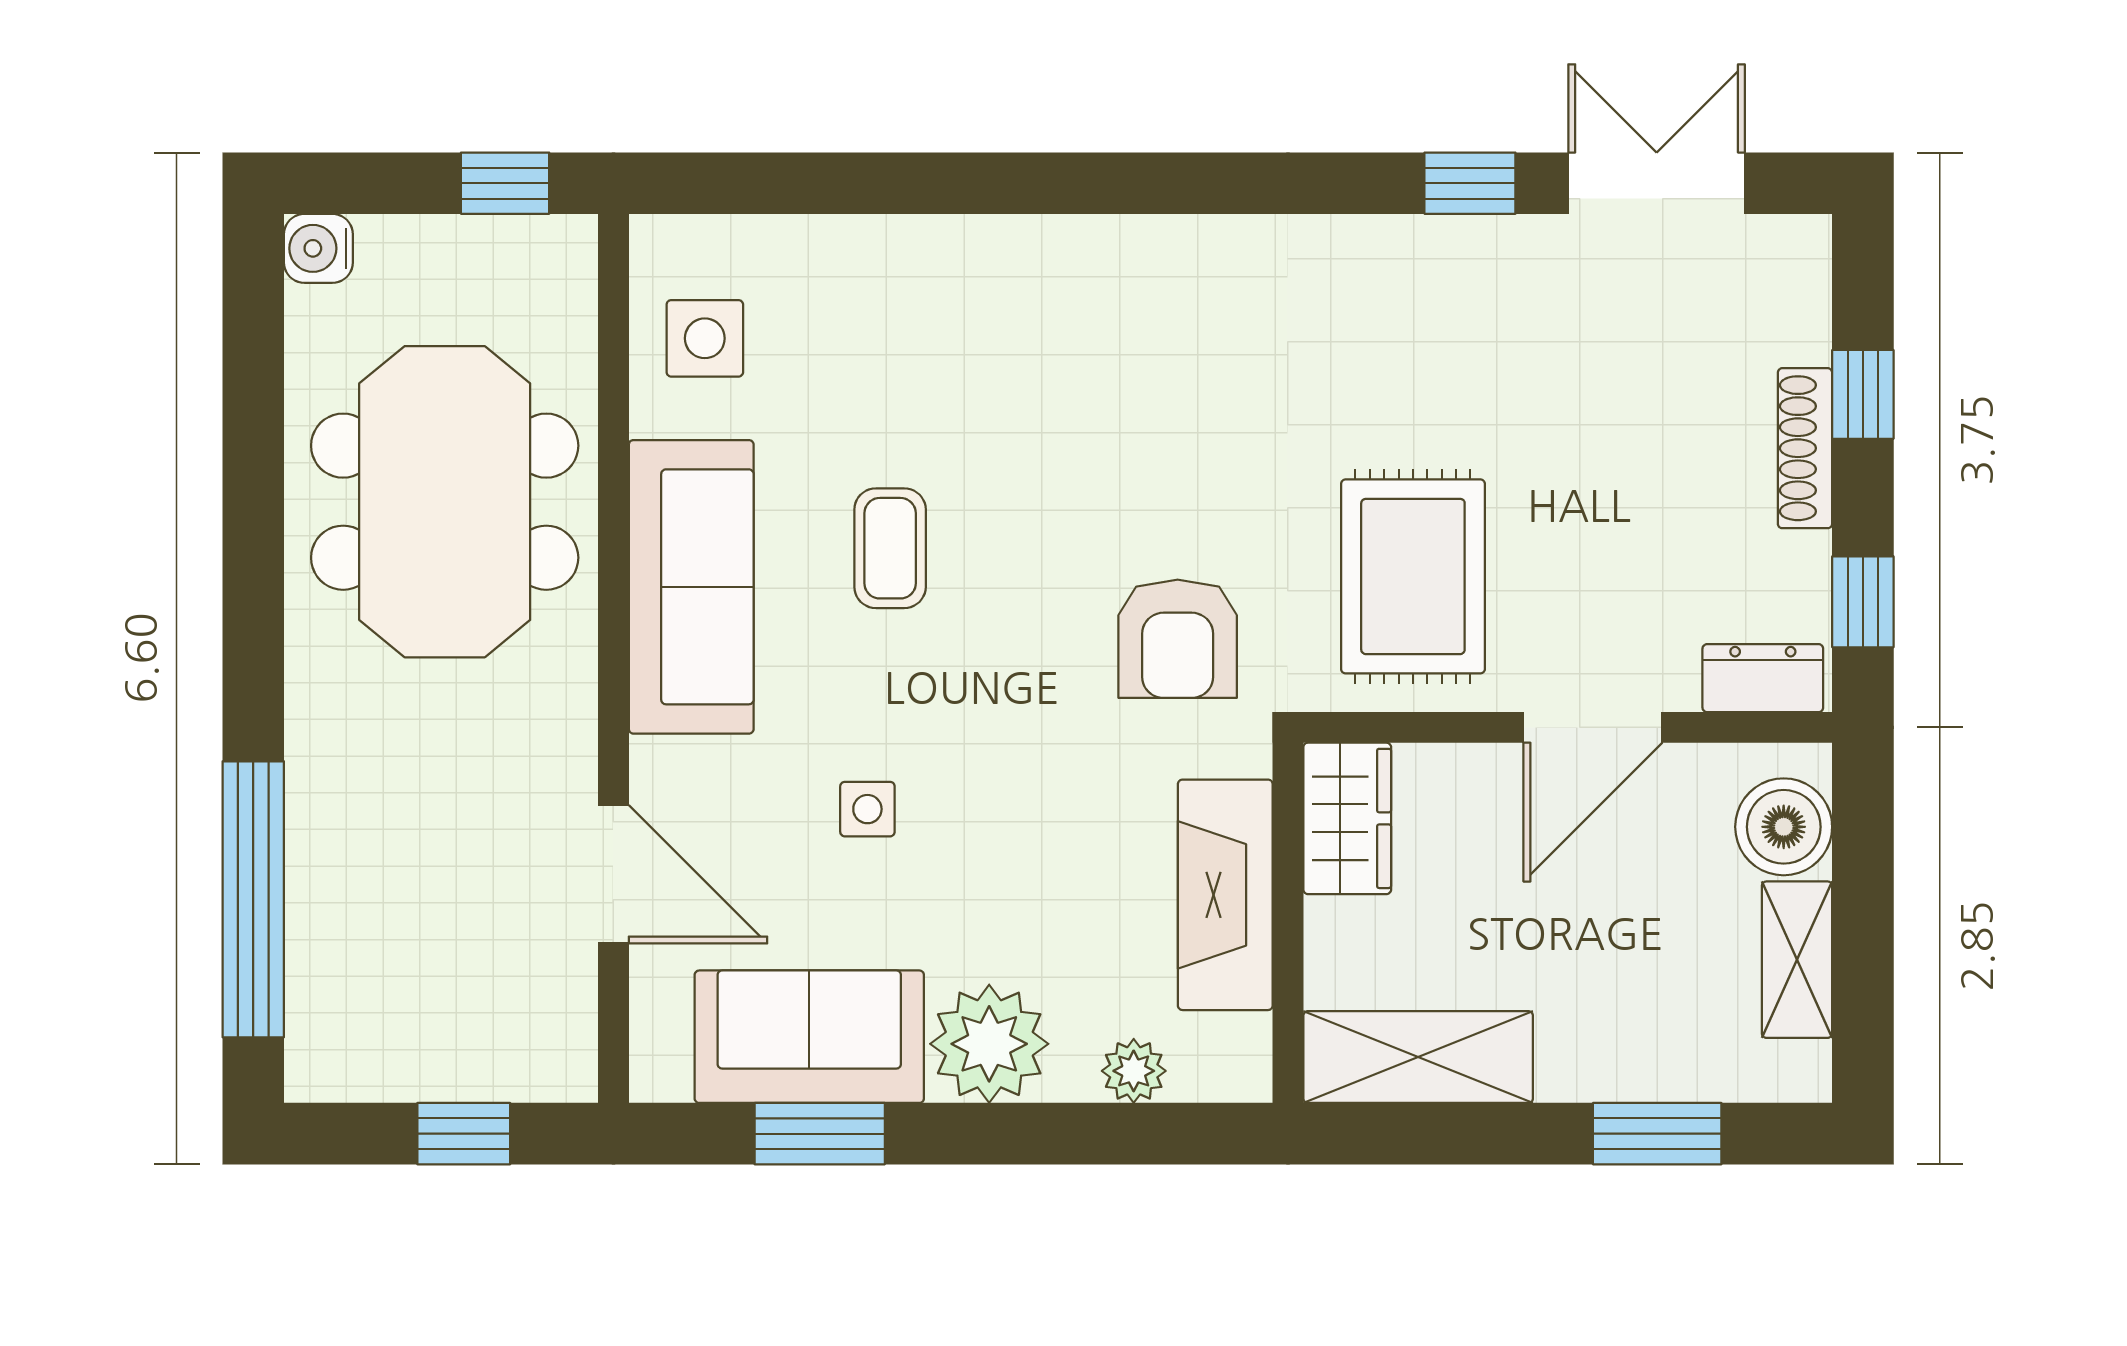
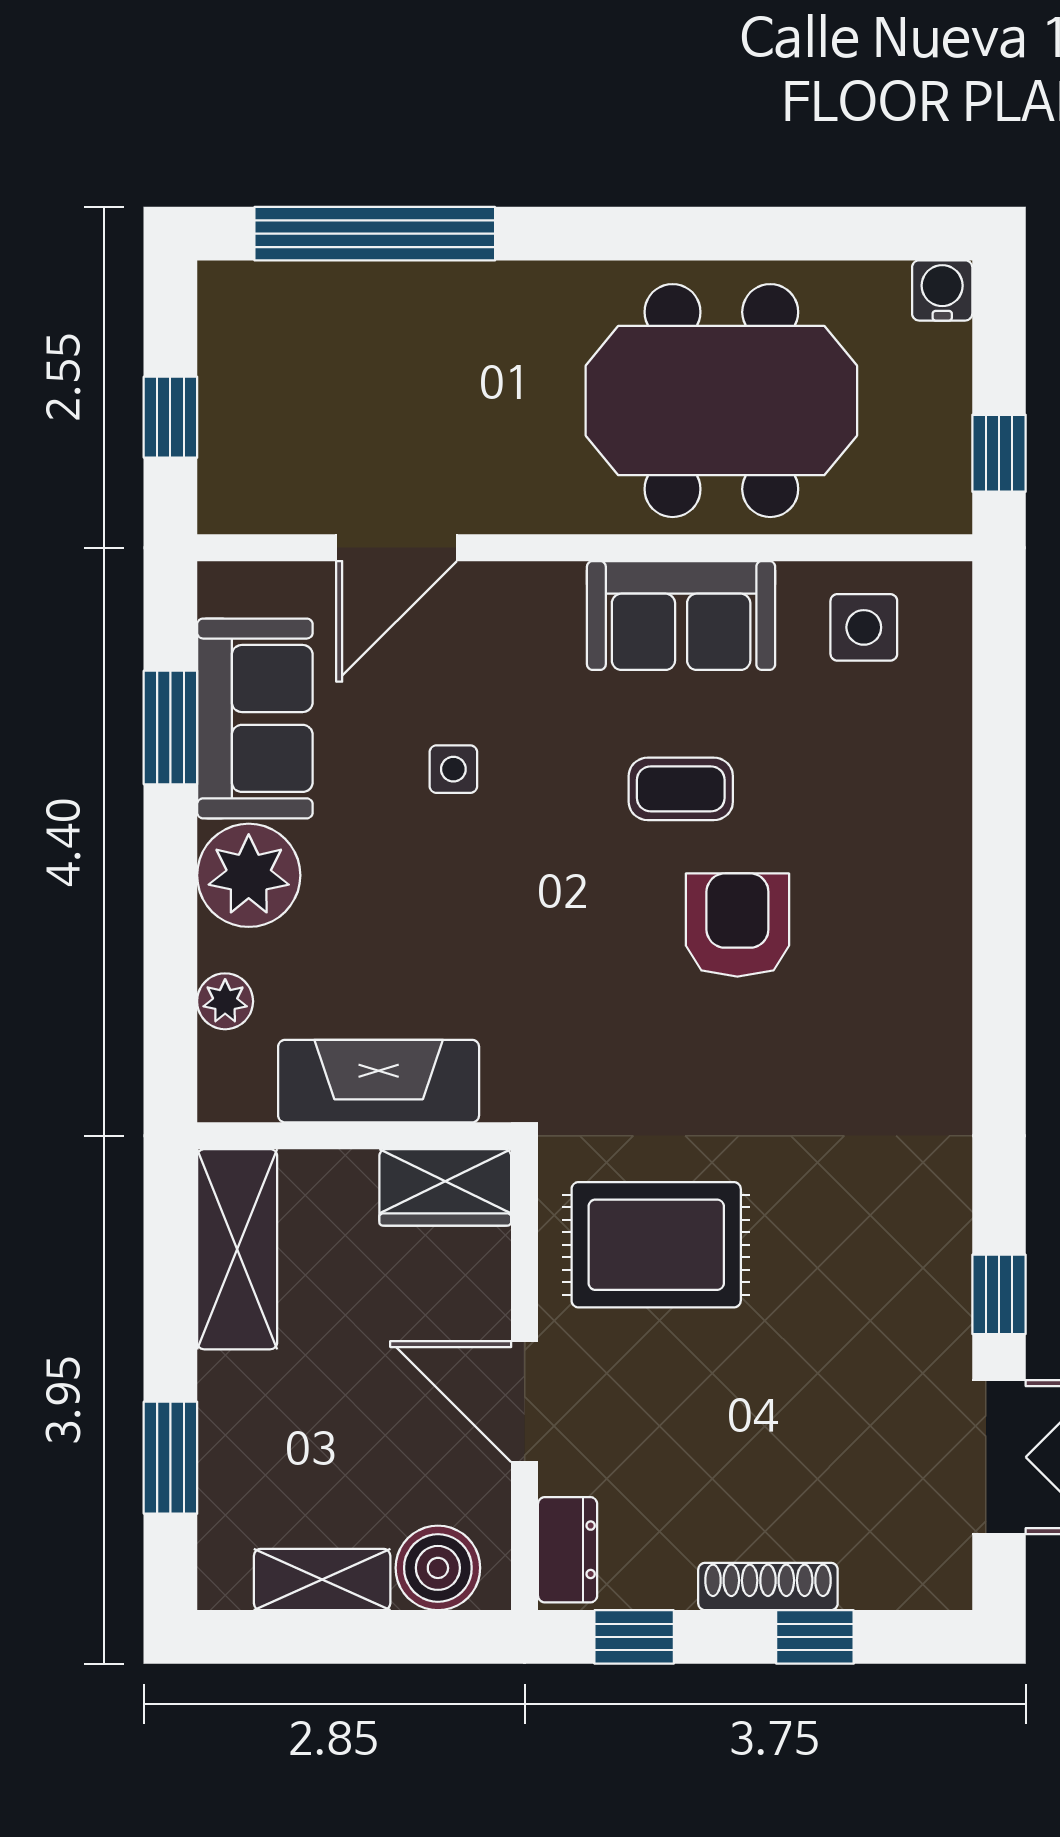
sofa: (691, 587) -> (681, 615), width x0.73
armchair: (1178, 639) -> (737, 925), moved, turned 90

